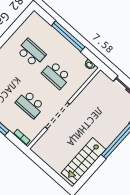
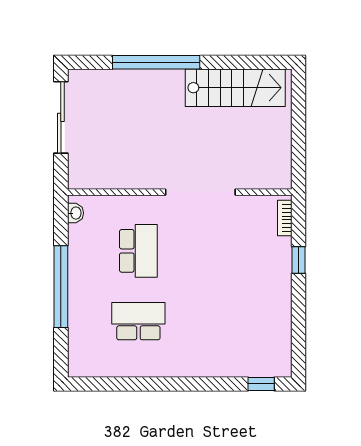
school desk: (31, 53) -> (138, 321), turned 90
school desk: (30, 104) -> (221, 251), removed

